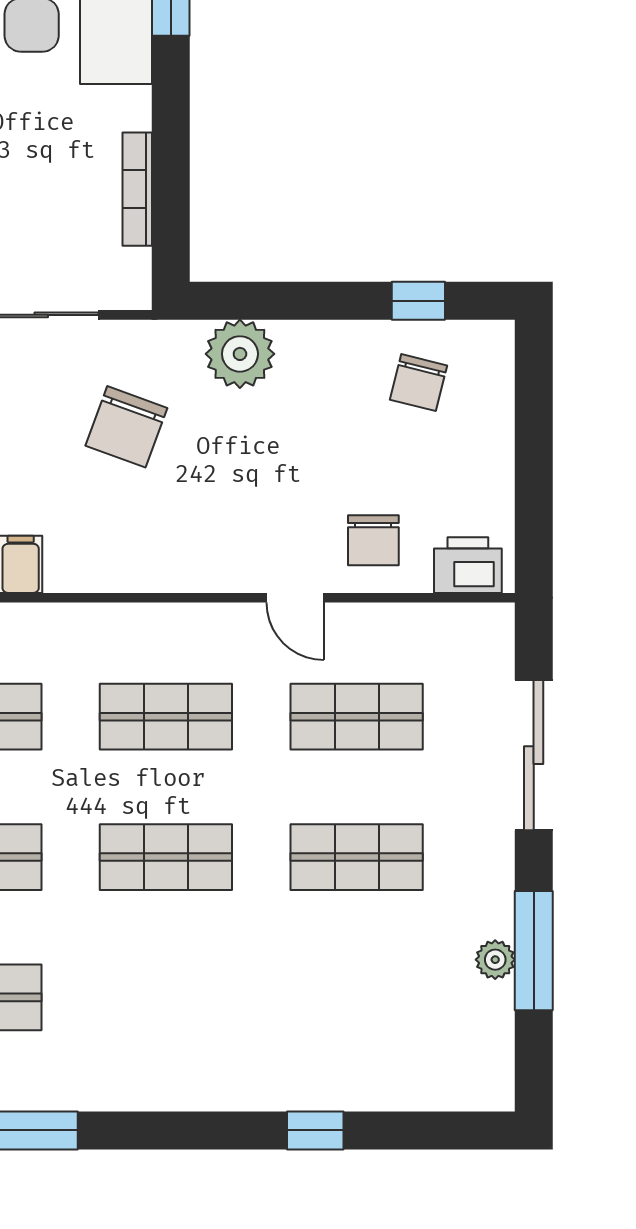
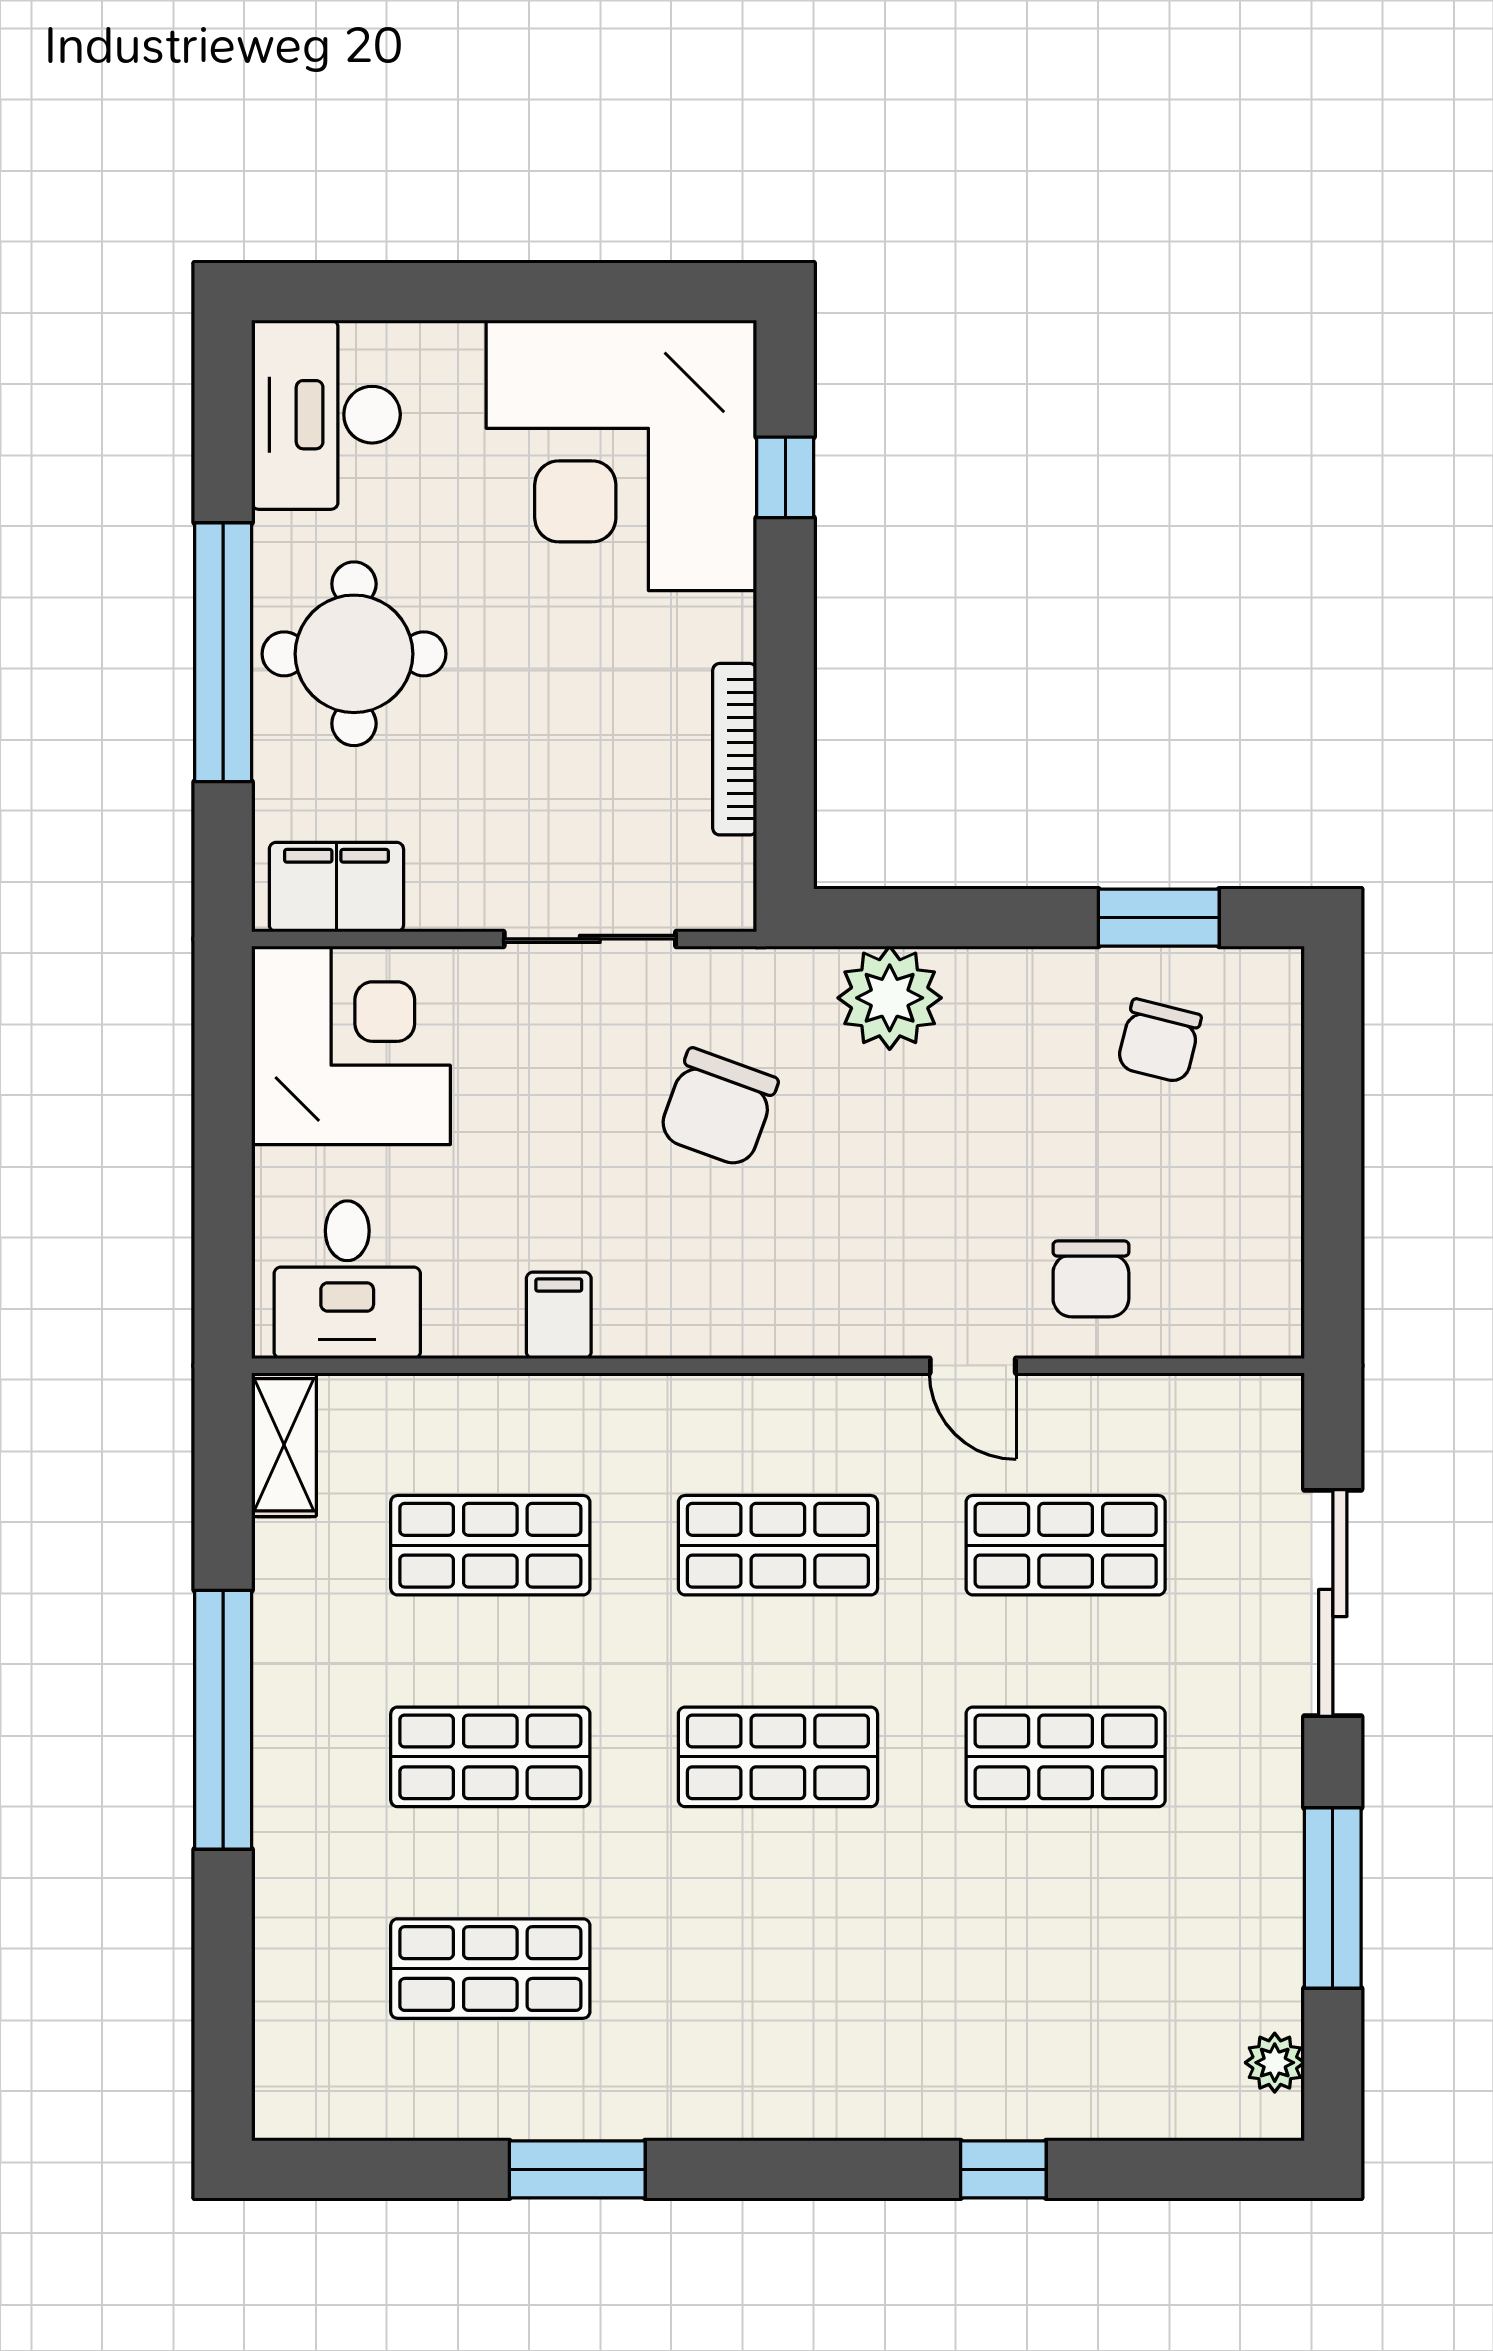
window: (418, 301) -> (1159, 918), width x1.50
printer: (468, 565) -> (1233, 1316), removed
plant: (495, 960) -> (1275, 2063), moved

